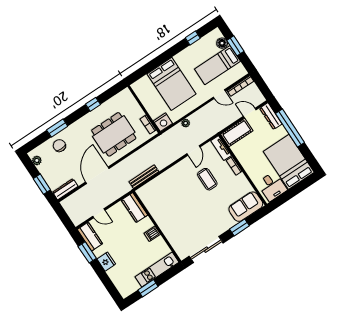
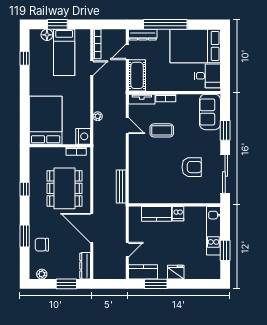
bed: (171, 84) -> (46, 120), moved, turned -90
kitchen counter: (134, 208) -> (157, 214), moved
armchair: (195, 221) -> (192, 167), added

